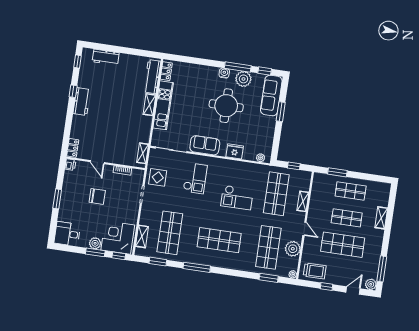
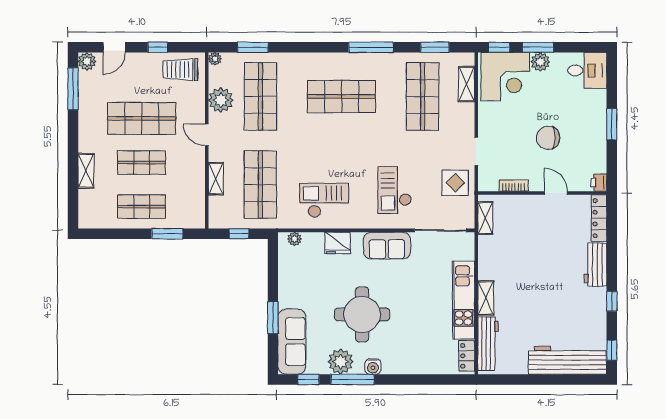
workbench: (106, 57) -> (567, 360), width x1.88, depth x1.32
workbench: (82, 102) -> (595, 265), moved
locker: (73, 148) -> (599, 218), width x1.53
checkout: (237, 198) -> (324, 200), moved

